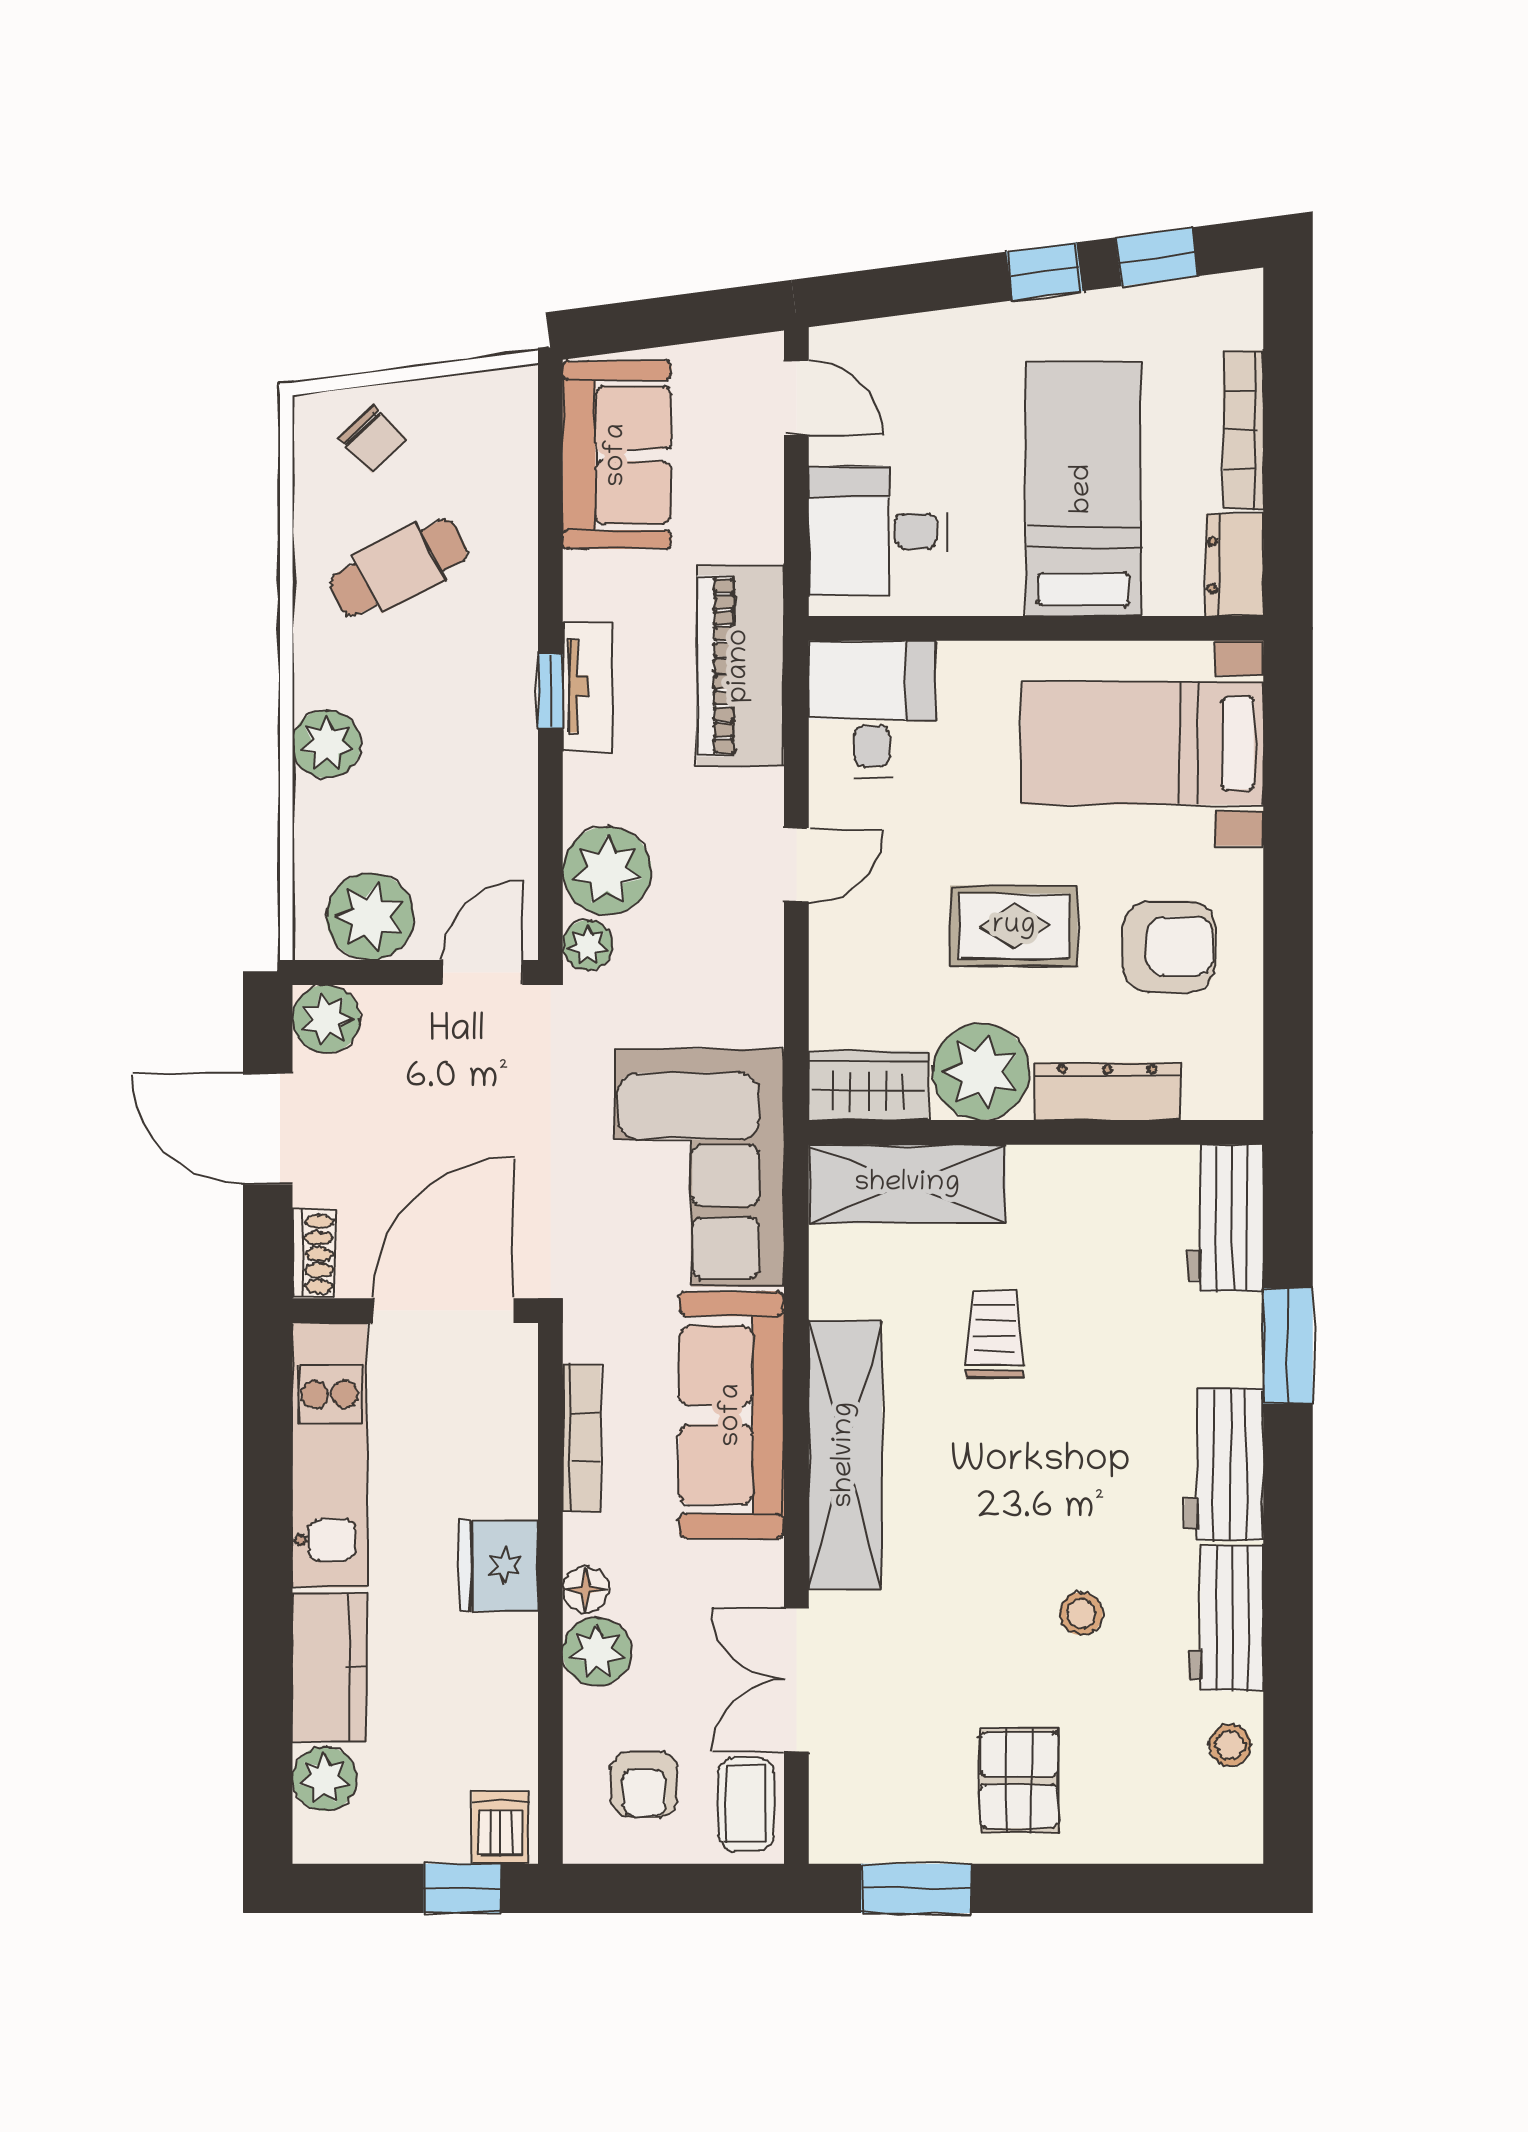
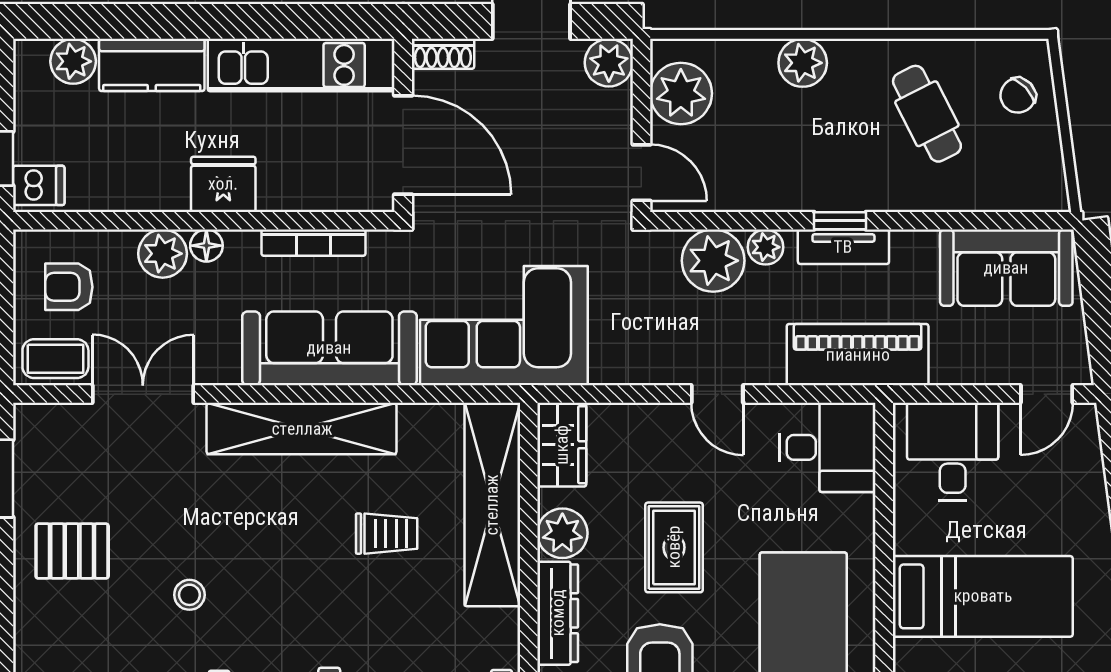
plant: (588, 945) -> (766, 247), moved
plant: (981, 1072) -> (562, 533), width x0.73, depth x0.73
shelving: (907, 1184) -> (492, 505), width x1.47

